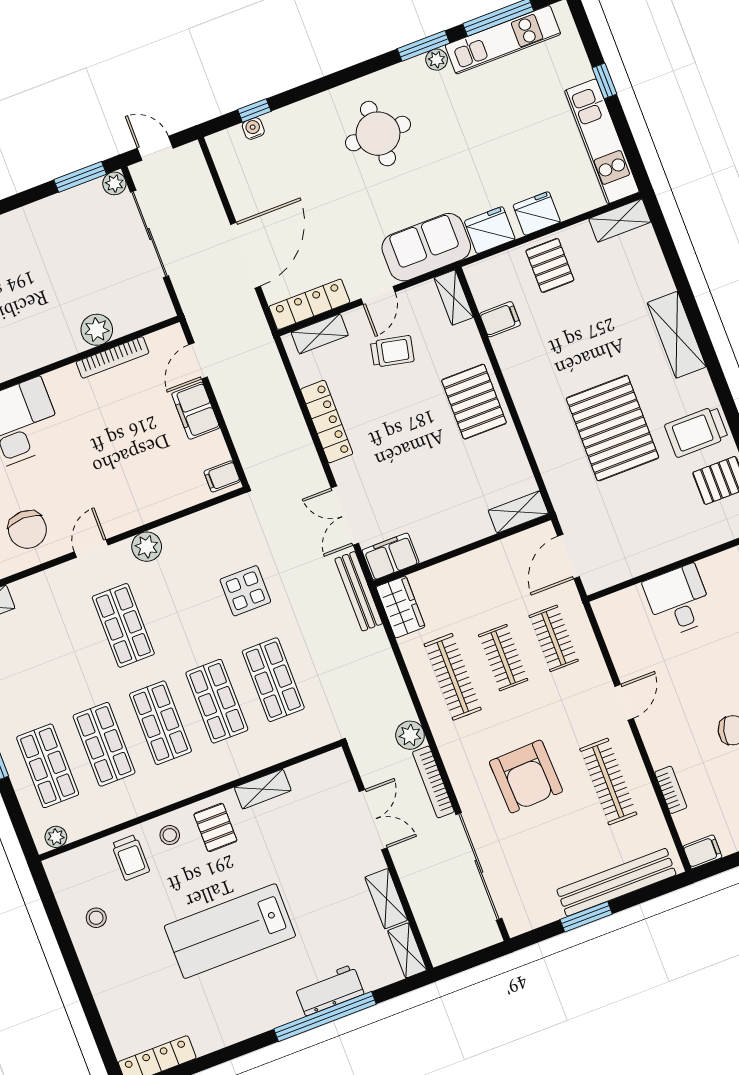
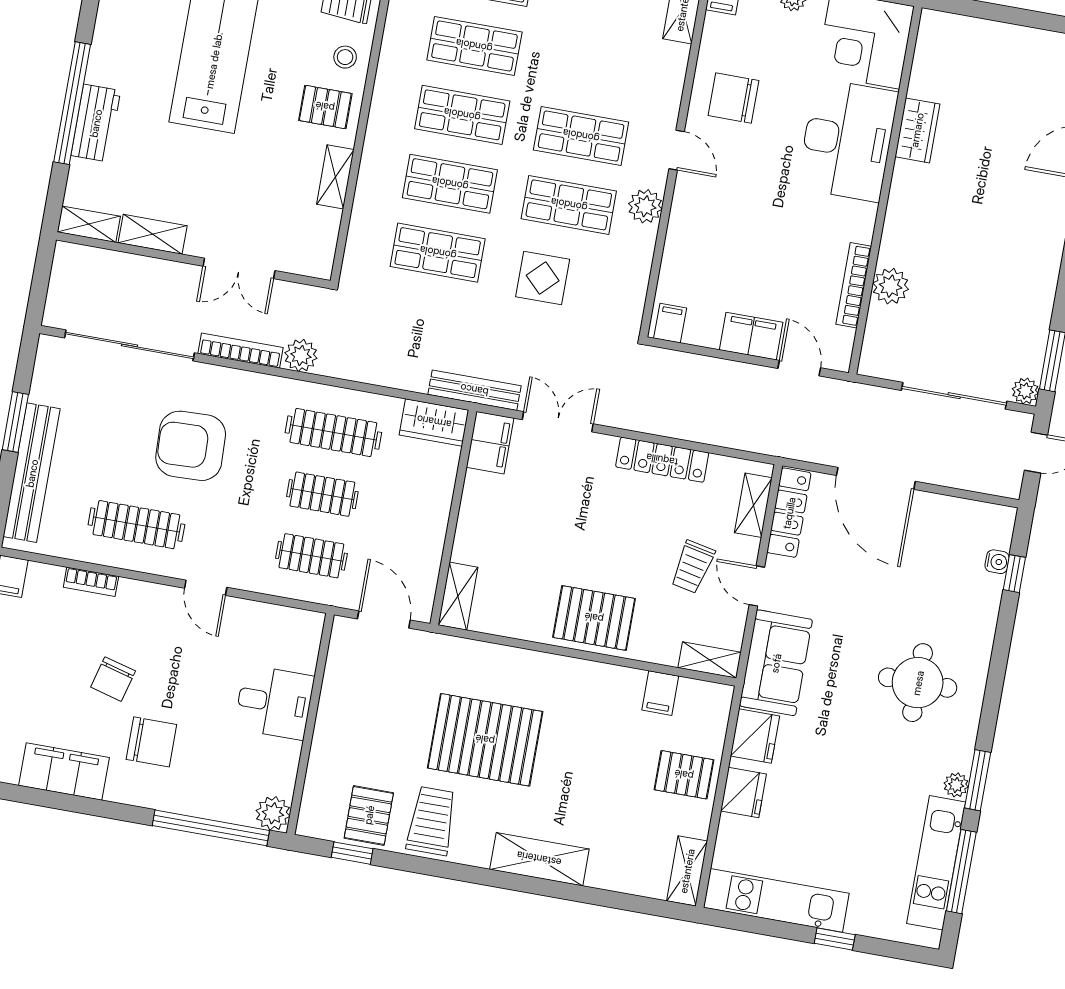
shop shelf: (180, 604) -> (569, 205), added

